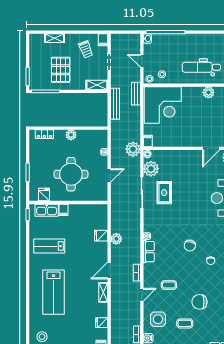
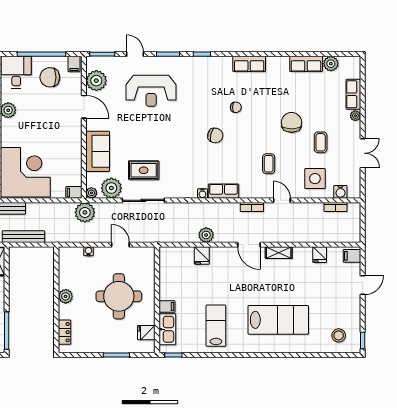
sofa: (178, 159) -> (98, 151), added
lab bench: (49, 246) -> (216, 326), turned 180
chair: (199, 302) -> (292, 122), turned 180

